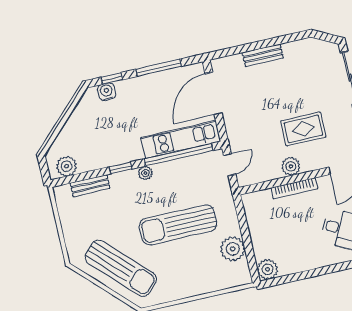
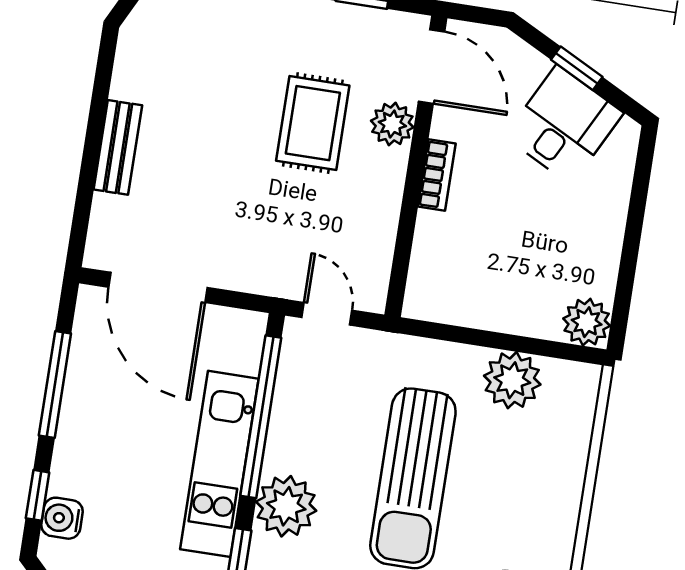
kitchen unit: (181, 139) -> (219, 464), moved
plant: (291, 166) -> (392, 124), moved
plant: (145, 173) -> (286, 506), width x1.88, depth x1.88
bookcase: (294, 188) -> (437, 175), width x0.64

